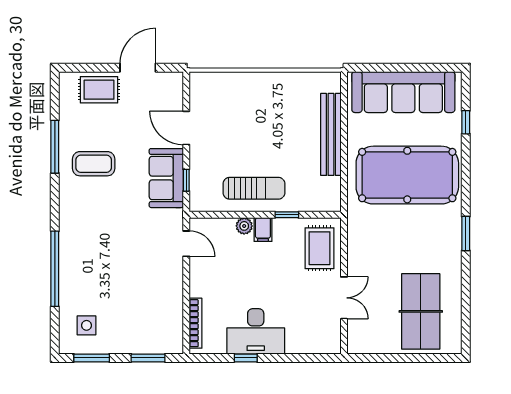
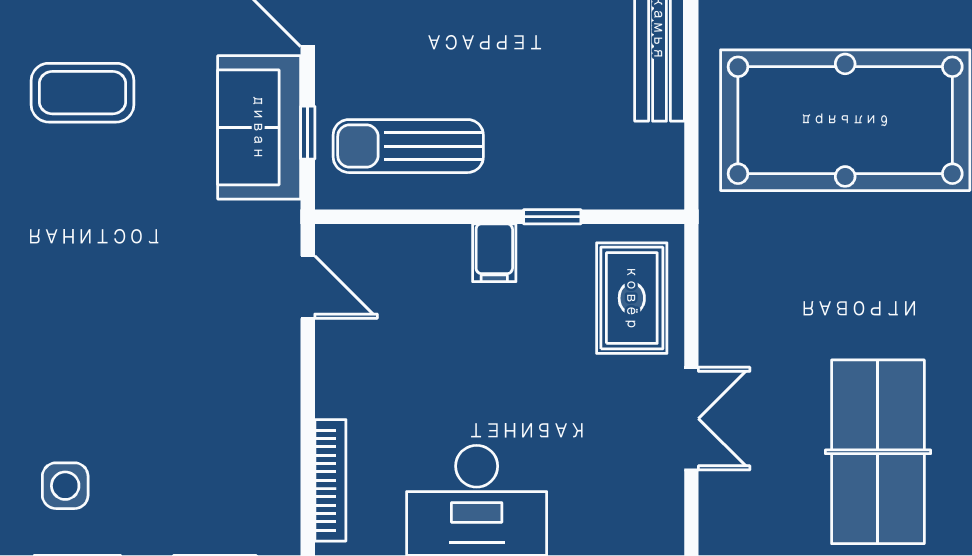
sun lounger: (254, 188) -> (408, 146), moved, turned 180
plant: (244, 226) -> (449, 244), removed

